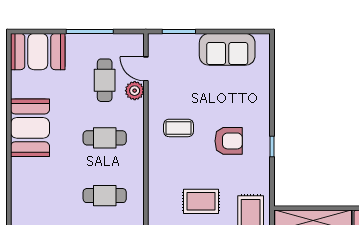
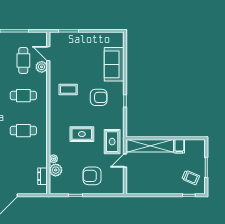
sofa: (227, 49) -> (114, 64), moved, turned 90

